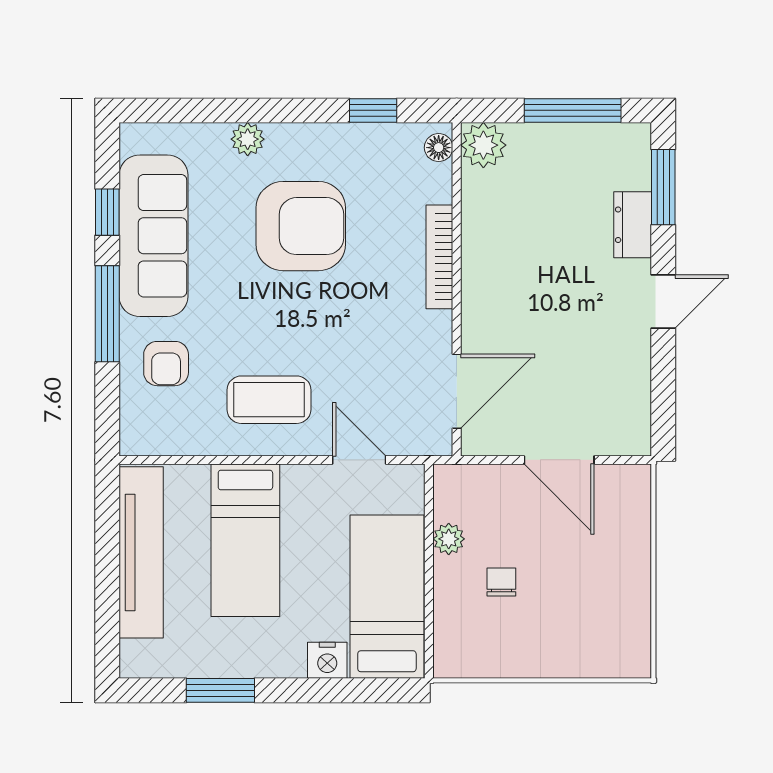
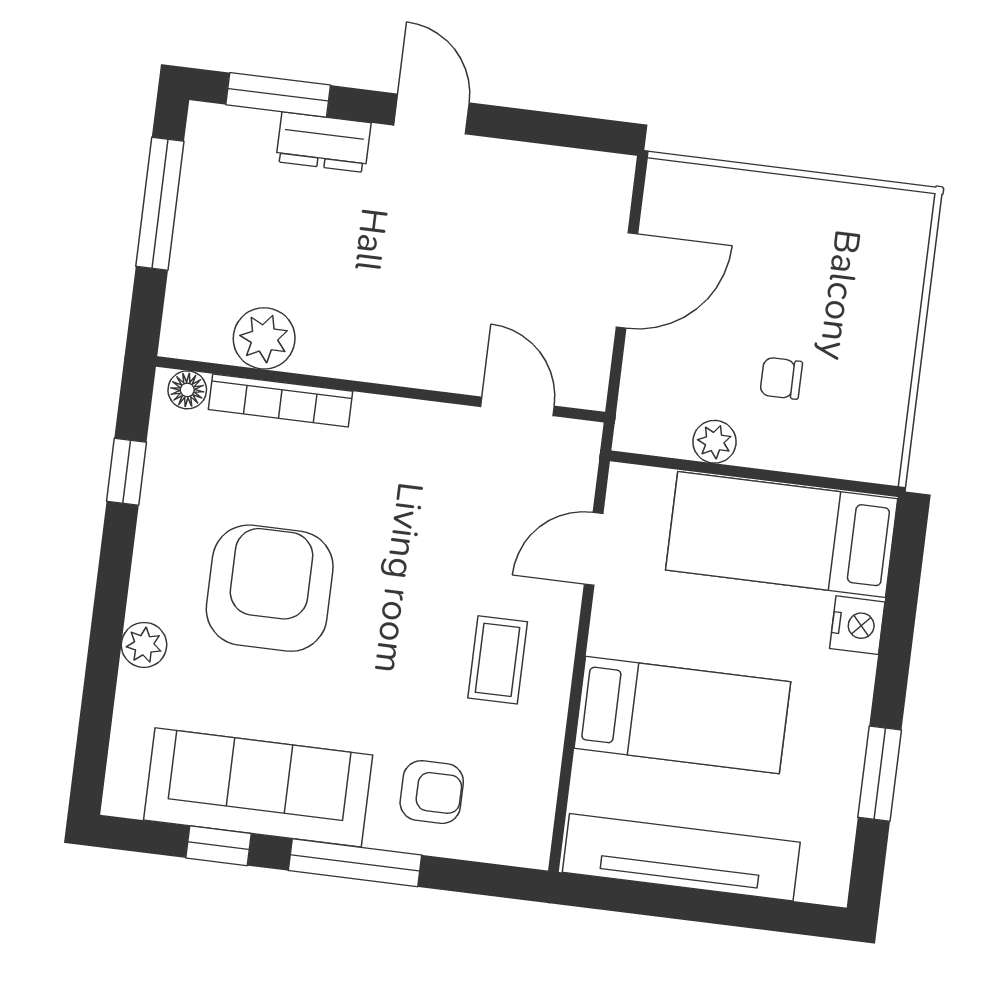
plant: (483, 145) -> (264, 338), moved
bookcase: (439, 257) -> (281, 400), moved
door: (457, 391) -> (518, 406), width x0.73
coffee table: (269, 400) -> (498, 660), width x0.73, depth x0.77

